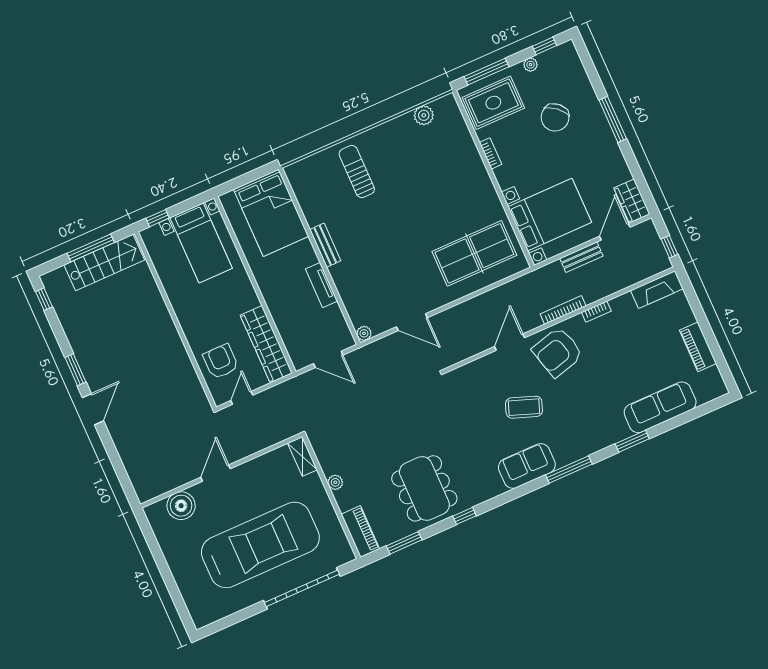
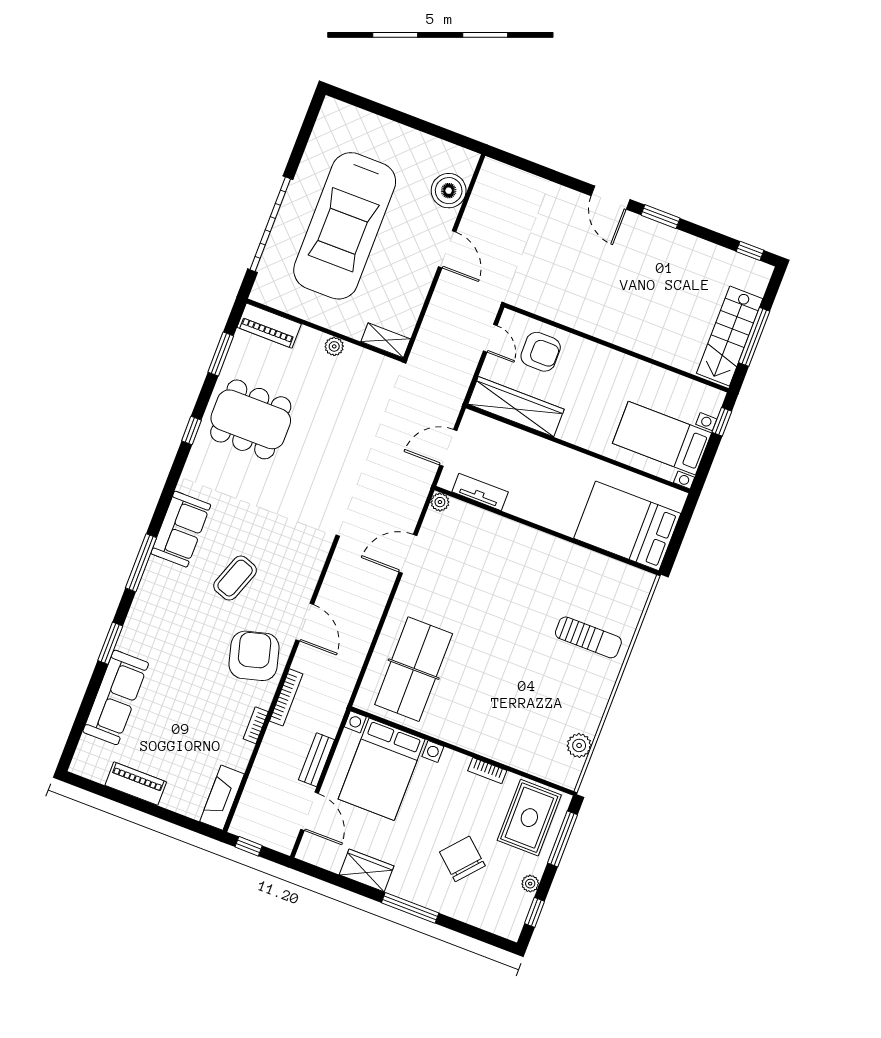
wardrobe: (632, 201) -> (367, 870), moved
bench: (325, 245) -> (551, 545), removed
tv unit: (321, 285) -> (480, 492), moved

